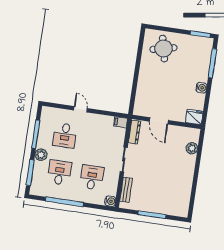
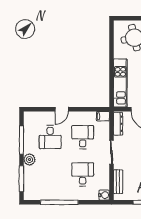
kitchen unit: (143, 92) -> (120, 83), added
door: (80, 109) -> (62, 109), swing flipped
desk: (59, 173) -> (83, 137), moved

